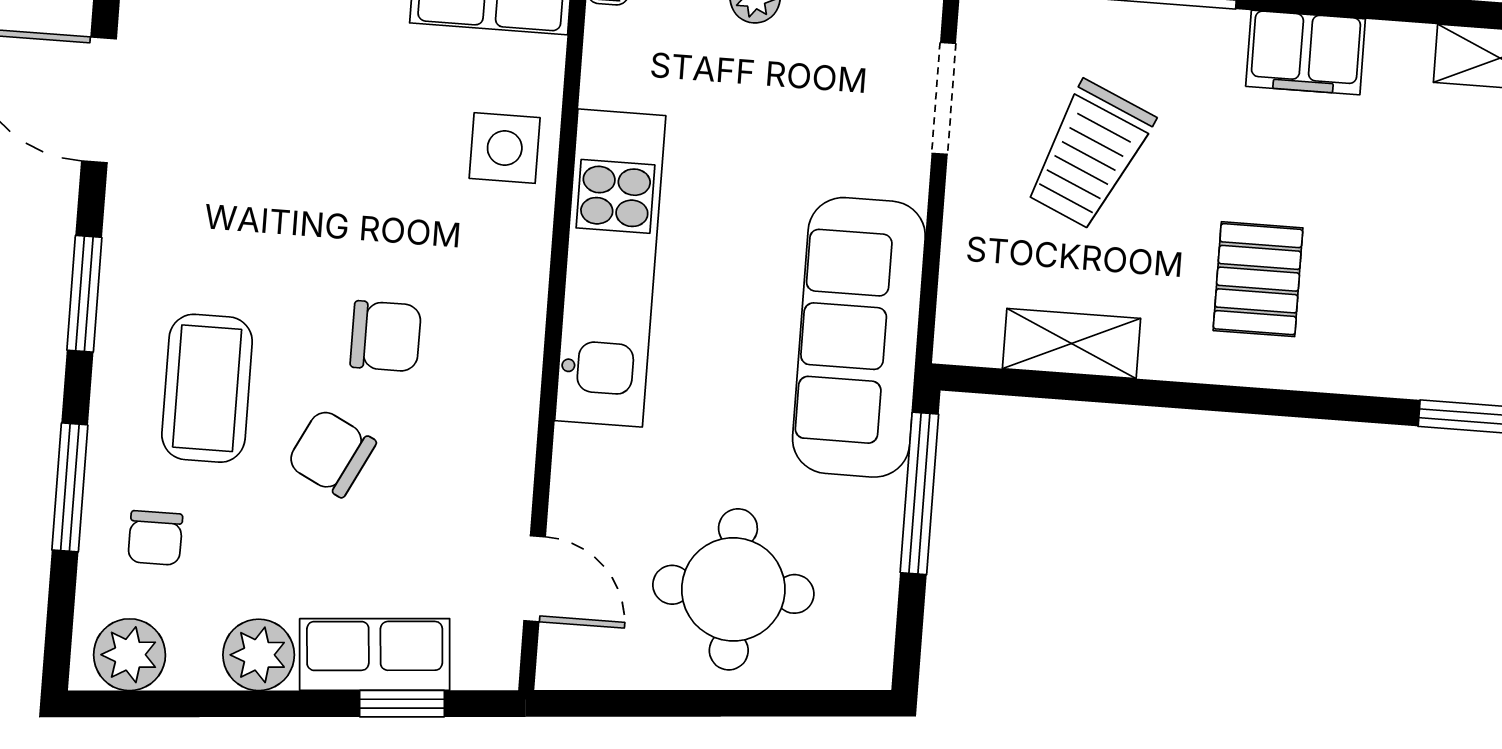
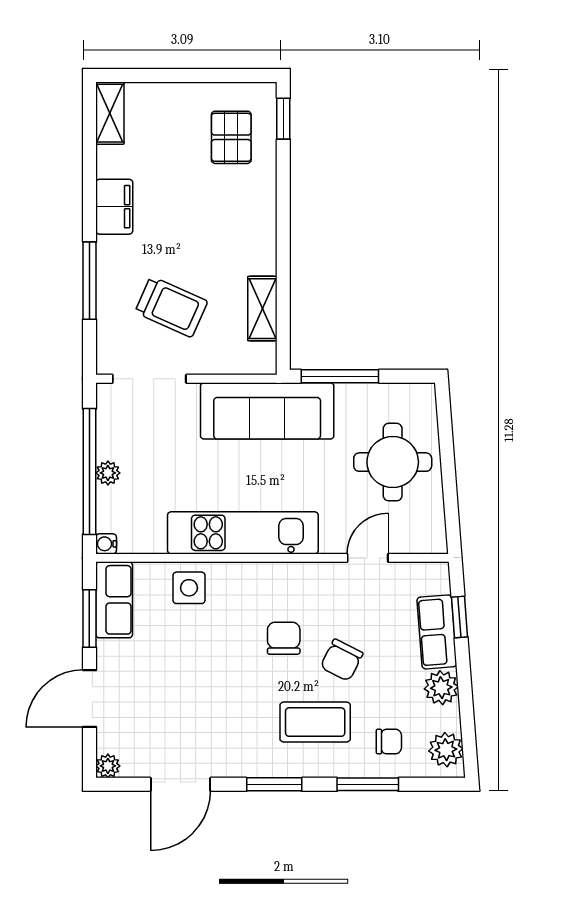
doorway: (944, 98) -> (149, 379), width x1.38
pallet: (1258, 279) -> (231, 137), moved, turned 90
door: (535, 579) -> (368, 558), moved

